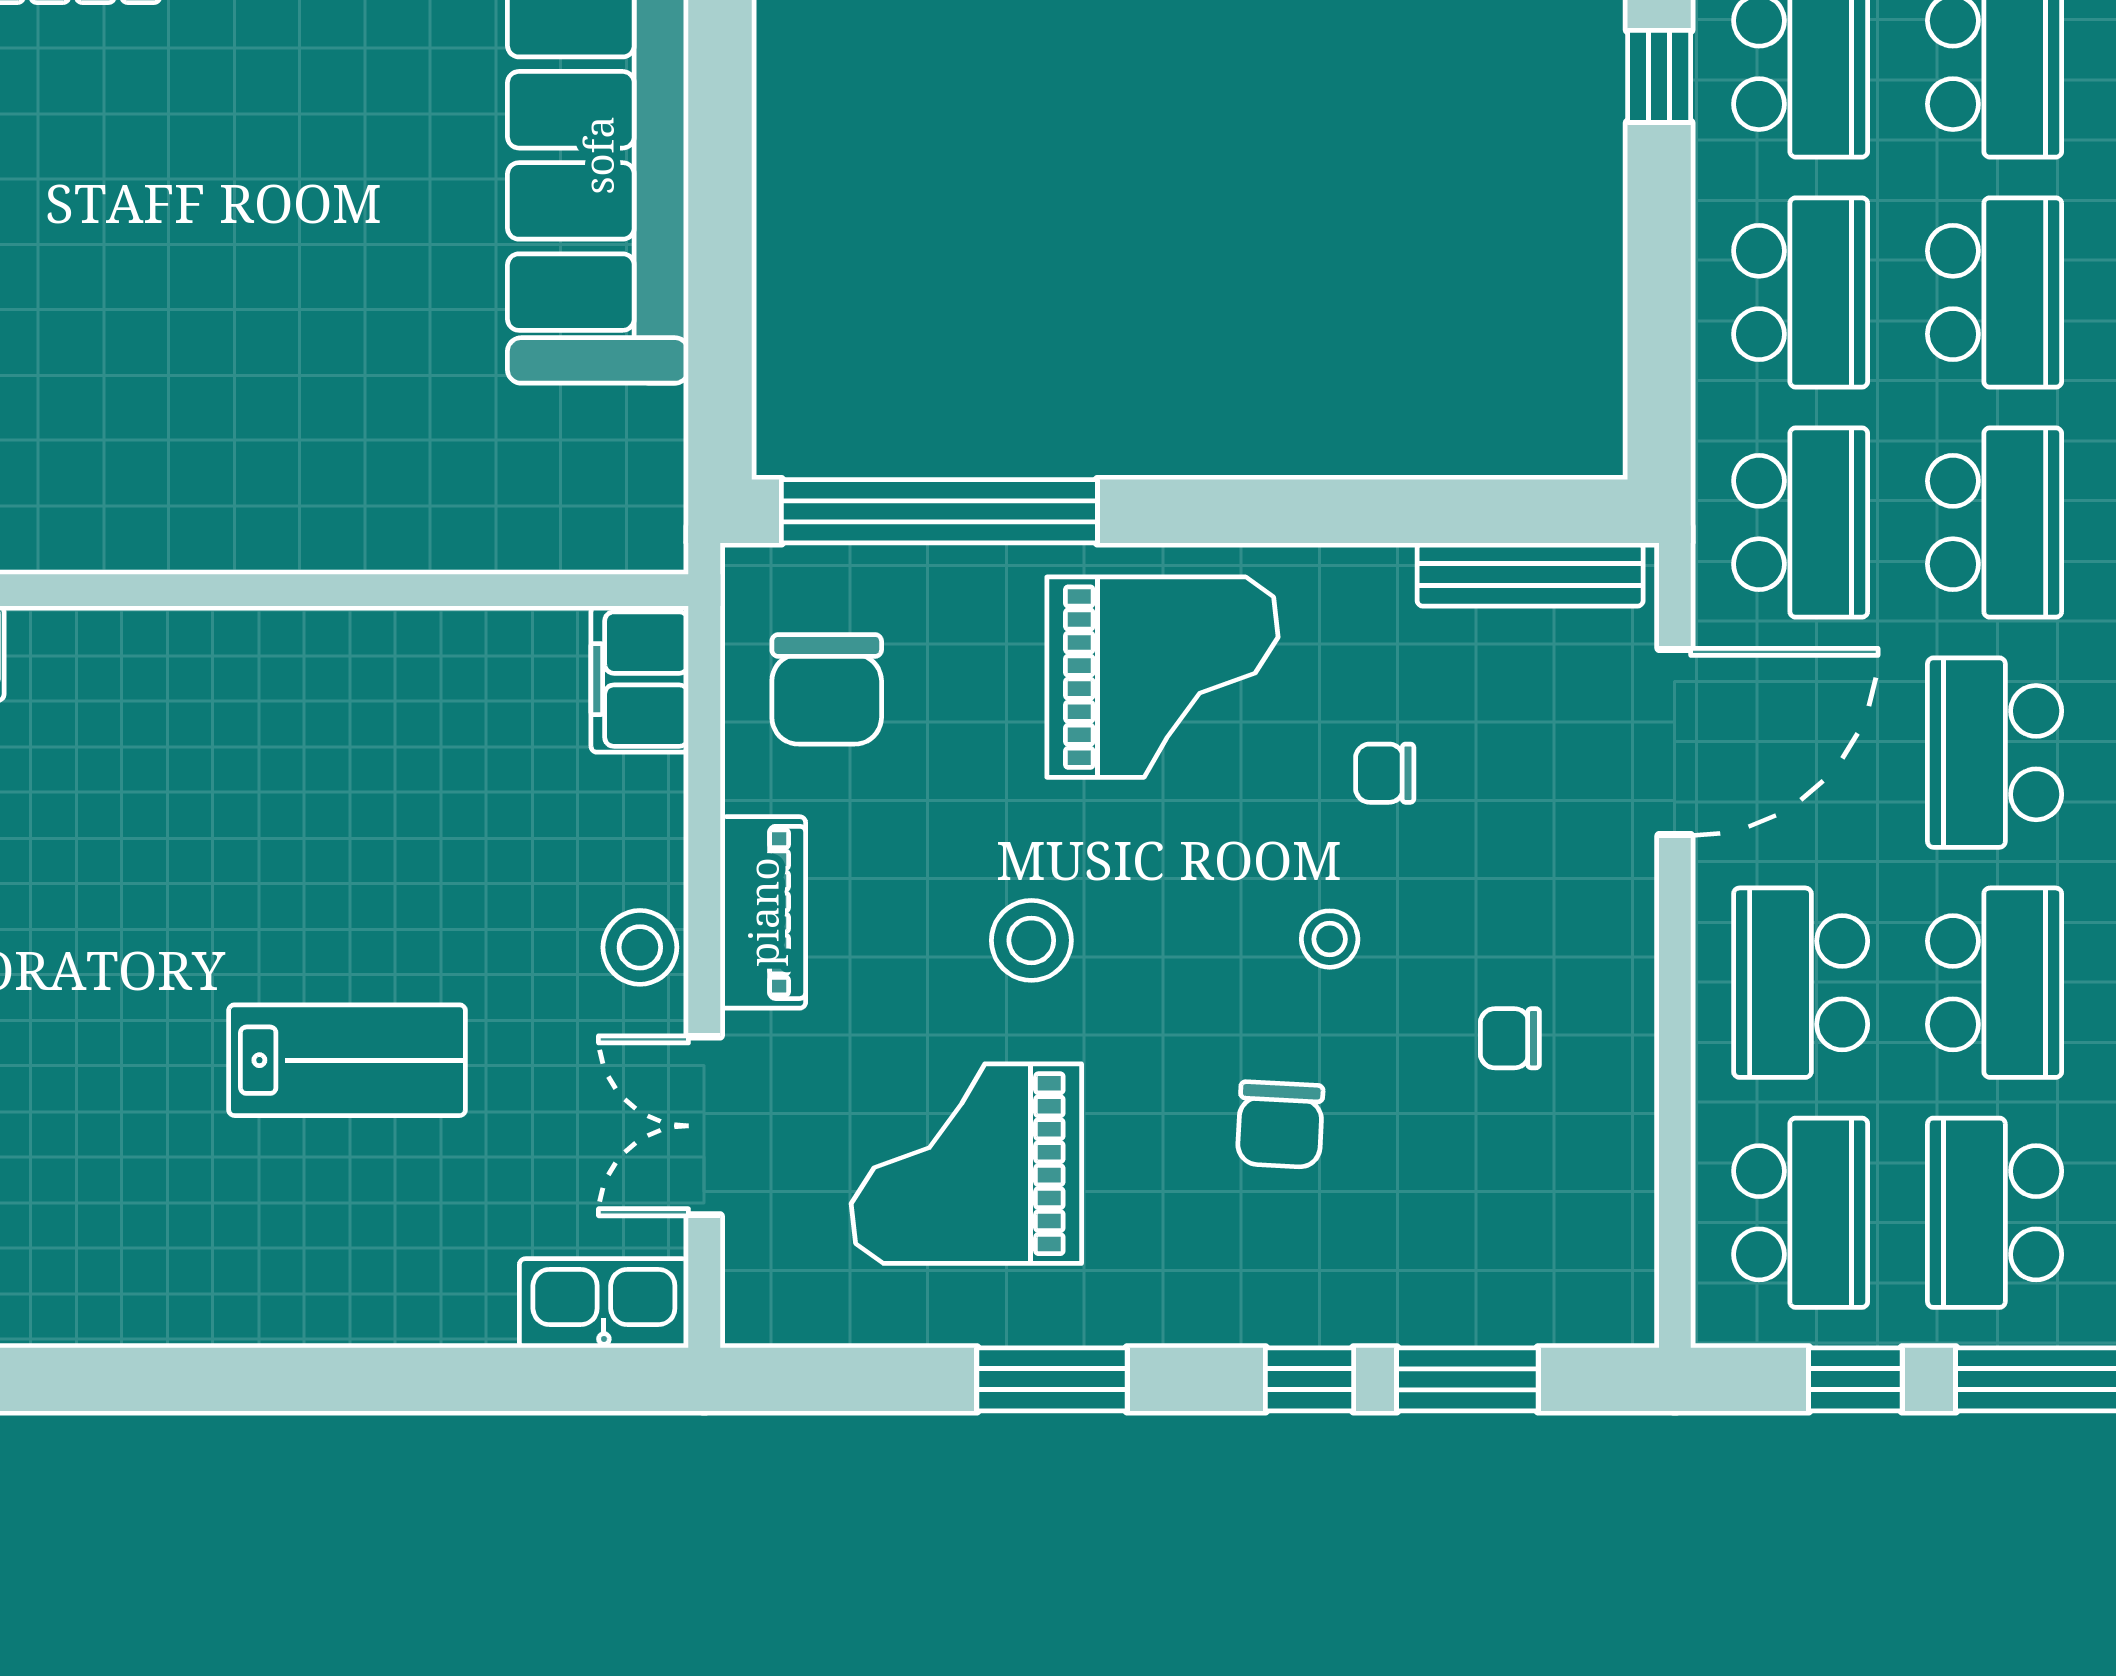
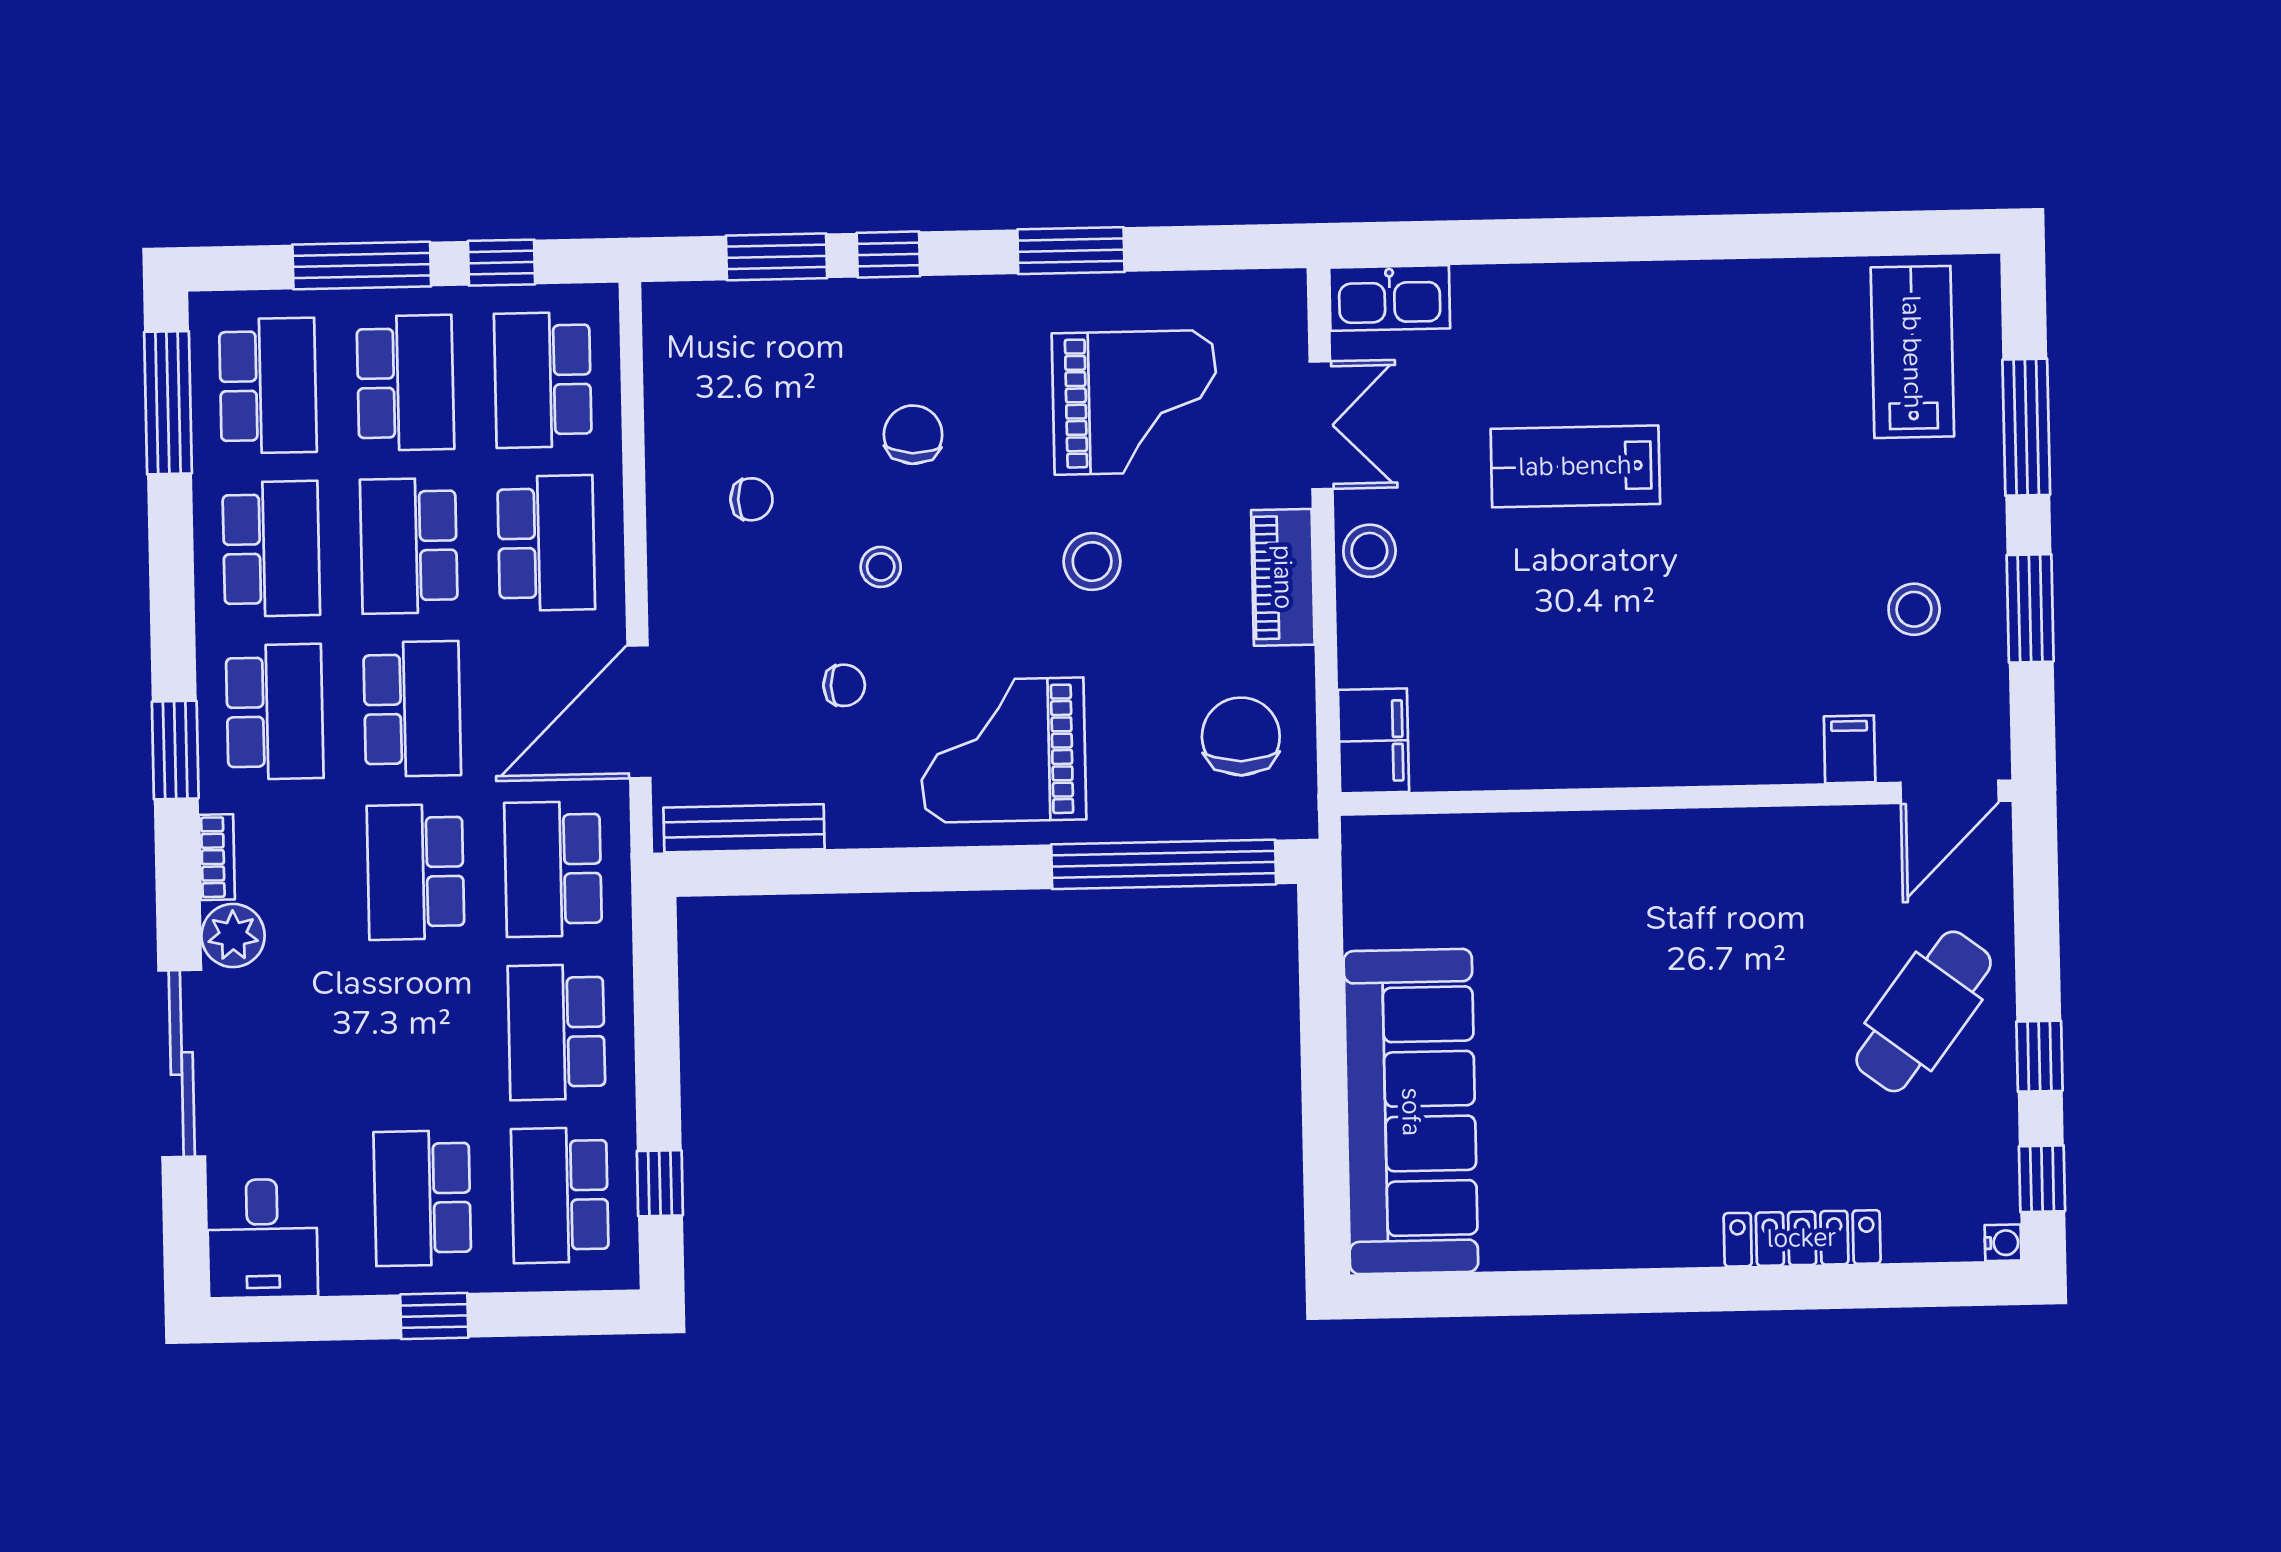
school desk: (1995, 292) -> (419, 1035), removed

